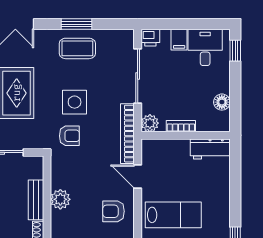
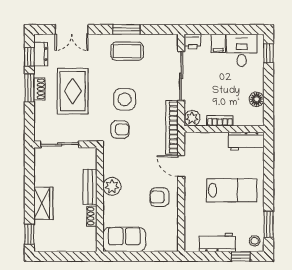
lab bench: (173, 215) -> (232, 190), moved

